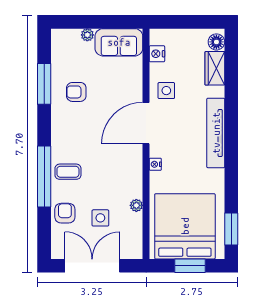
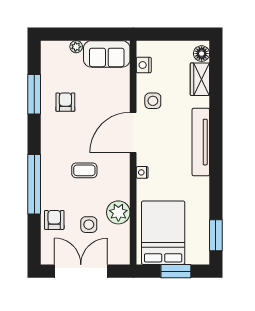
armchair: (76, 92) -> (65, 102), turned 90
coffee table: (68, 172) -> (84, 170), moved
plant: (136, 205) -> (118, 212), width x1.88, depth x1.88
bed: (185, 226) -> (163, 233), width x0.73

